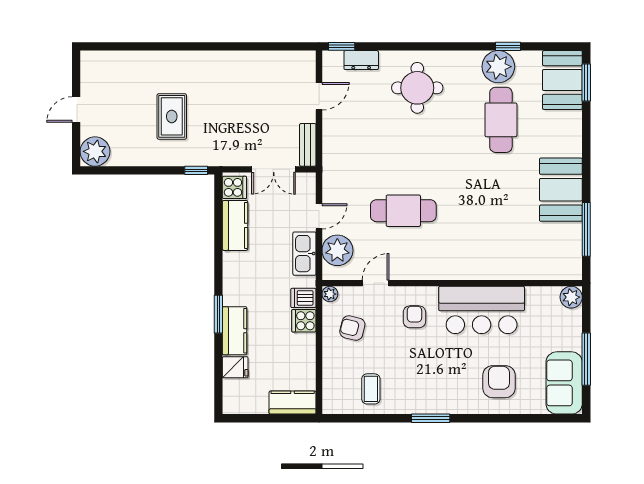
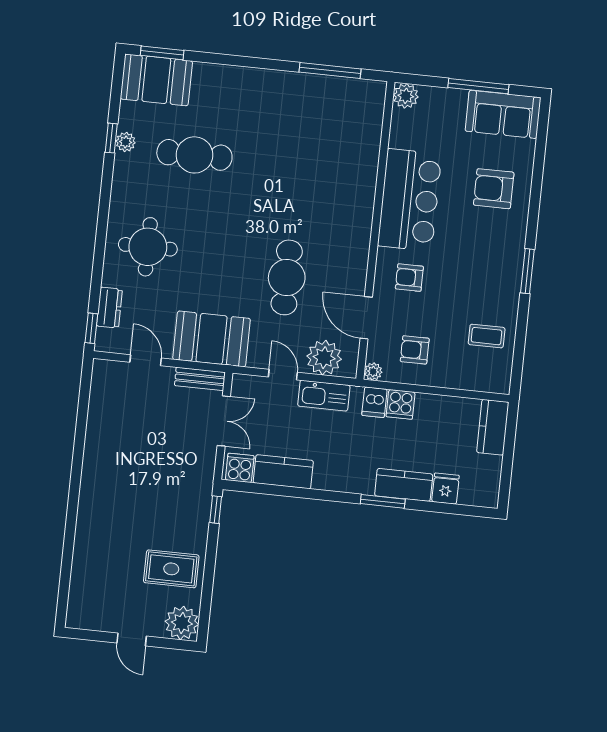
plant: (498, 67) -> (126, 142), width x0.53, depth x0.53
rug: (172, 116) -> (171, 569), moved
booth: (561, 190) -> (212, 339), moved
door: (376, 283) -> (366, 318), width x1.38
armchair: (352, 328) -> (415, 350), turned 76

